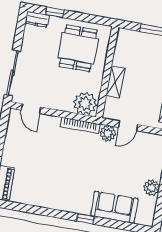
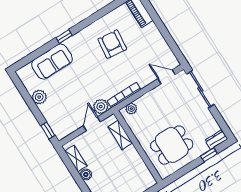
dining table: (78, 48) -> (172, 145), turned 90
shelving: (115, 82) -> (120, 135), moved
plant: (85, 103) -> (131, 109), width x0.53, depth x0.53
armchair: (51, 176) -> (112, 44), added

